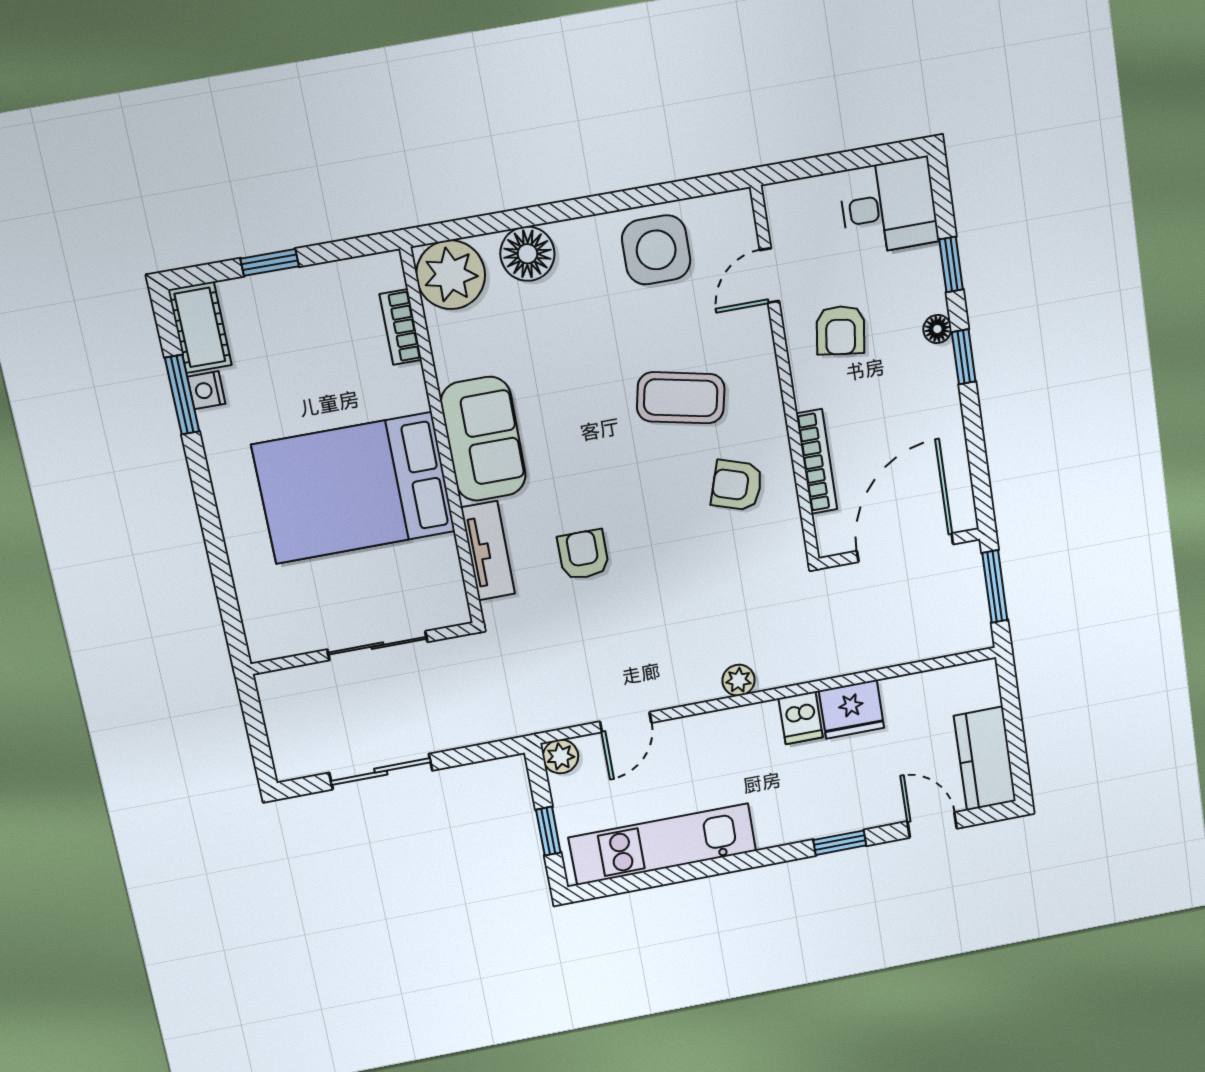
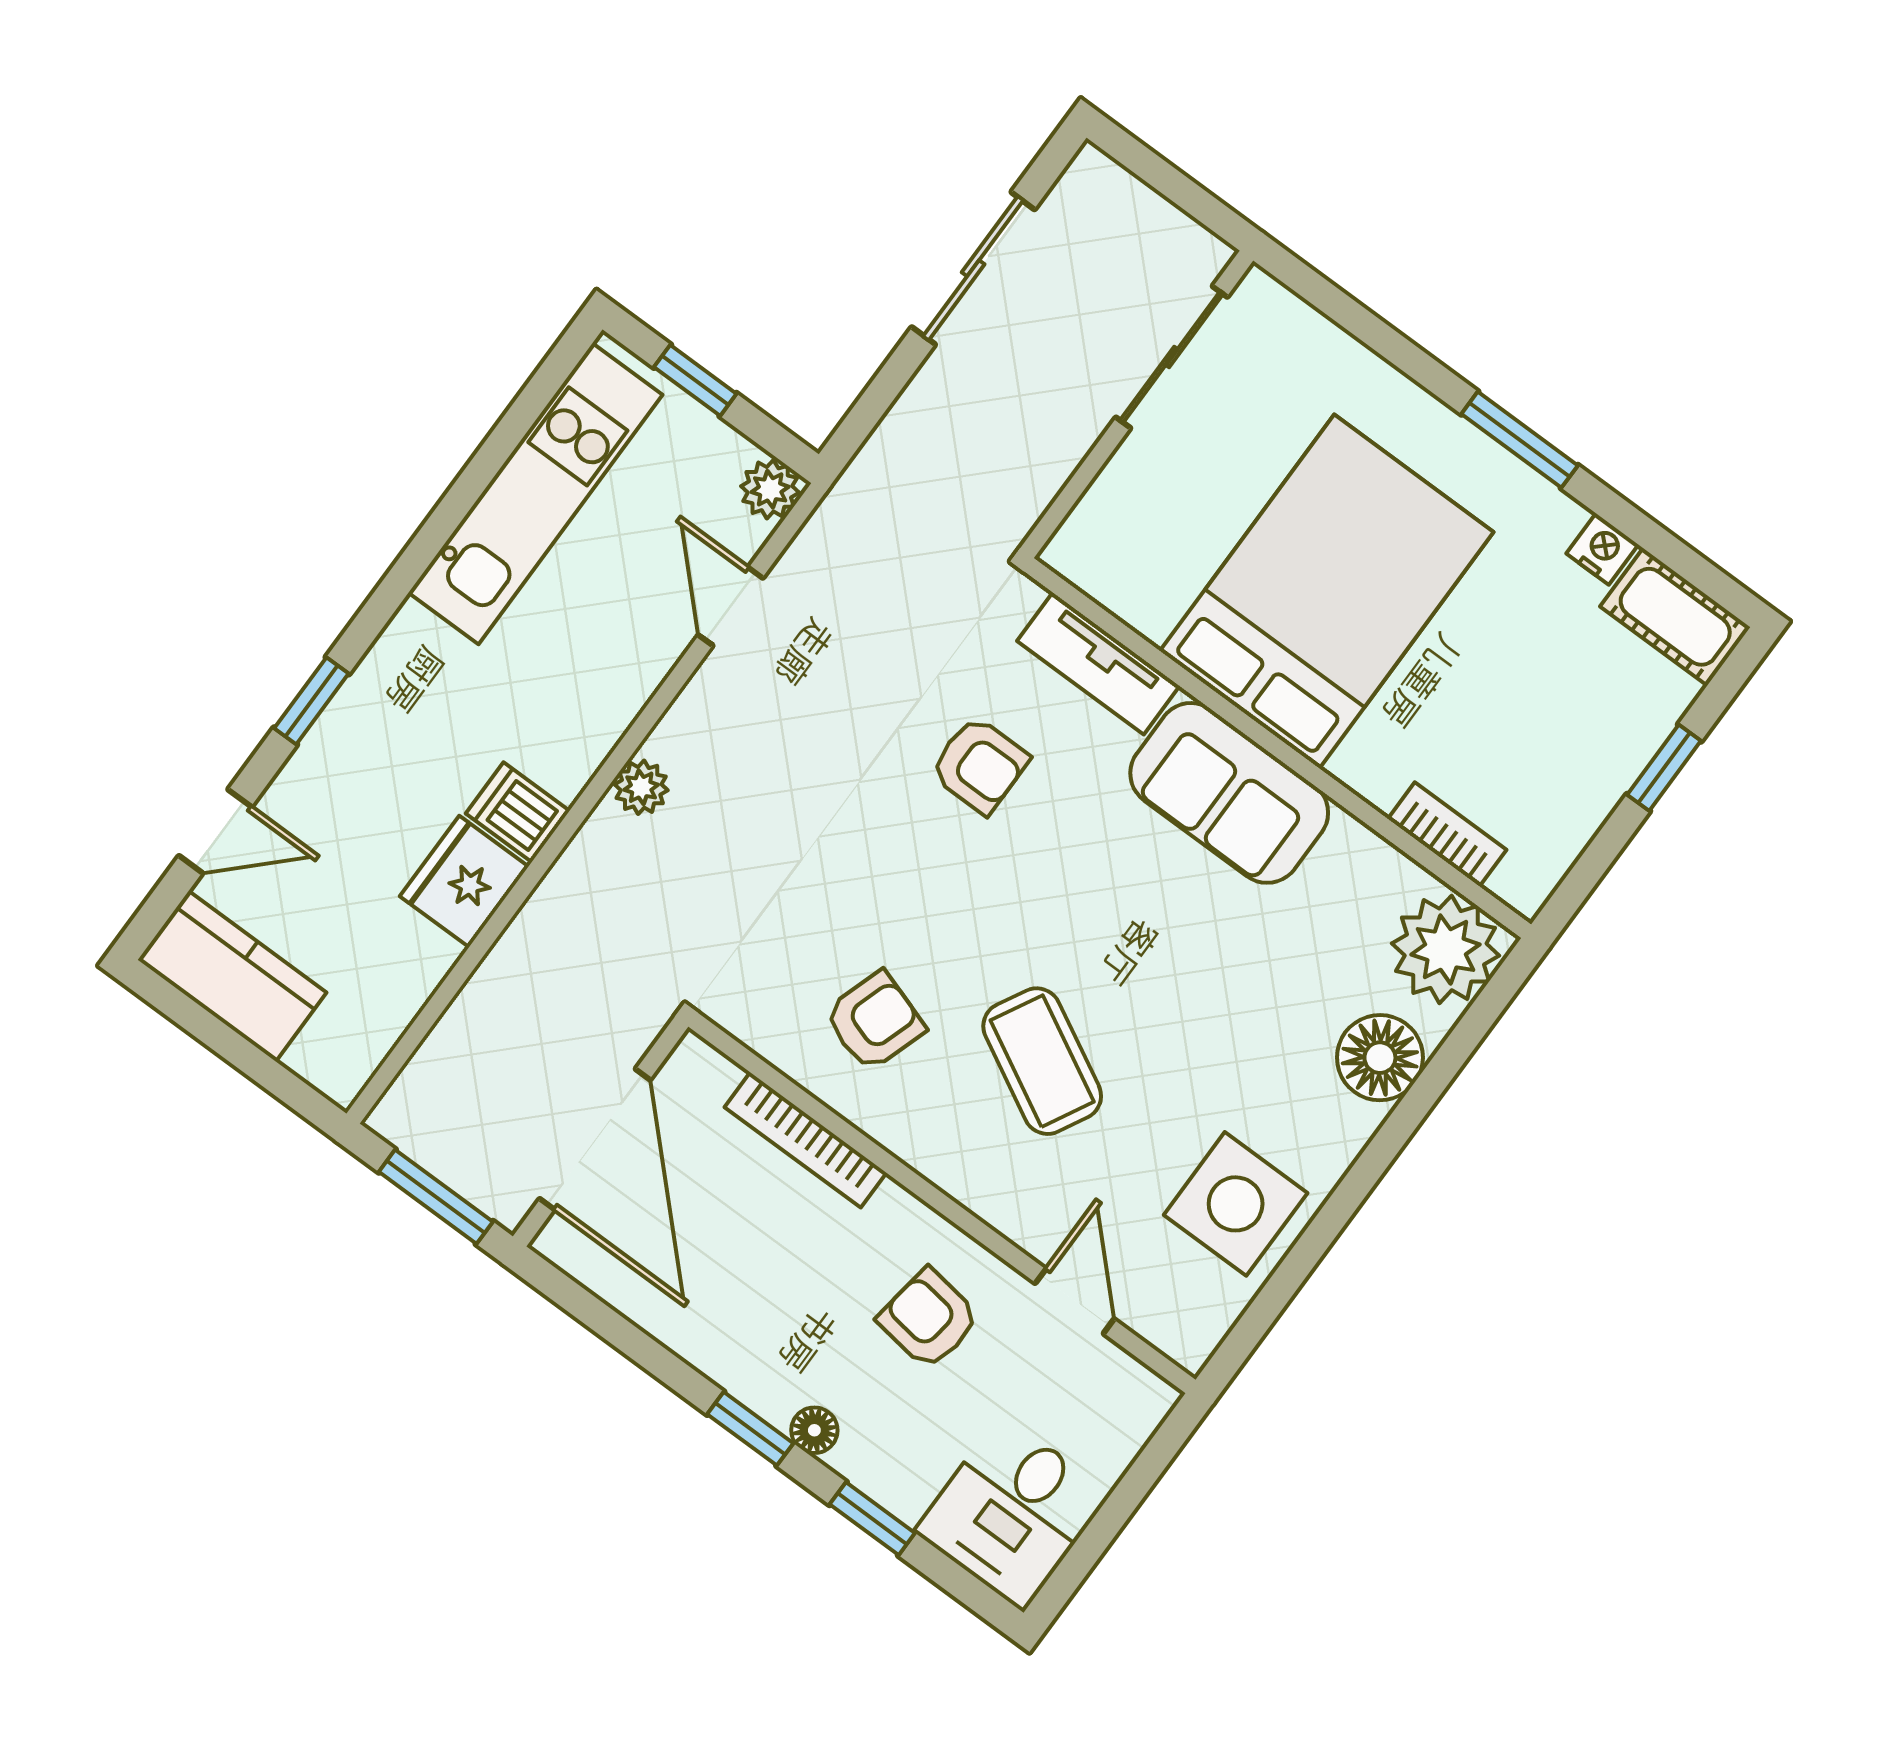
window: (182, 395) -> (1520, 440), moved
coffee table: (681, 398) -> (1042, 1061), turned -74
sliding door: (377, 646) -> (1172, 357), moved

